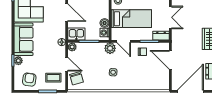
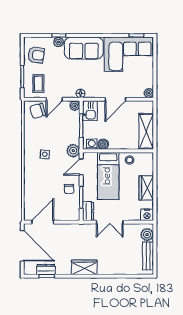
door: (170, 60) -> (43, 222), moved

